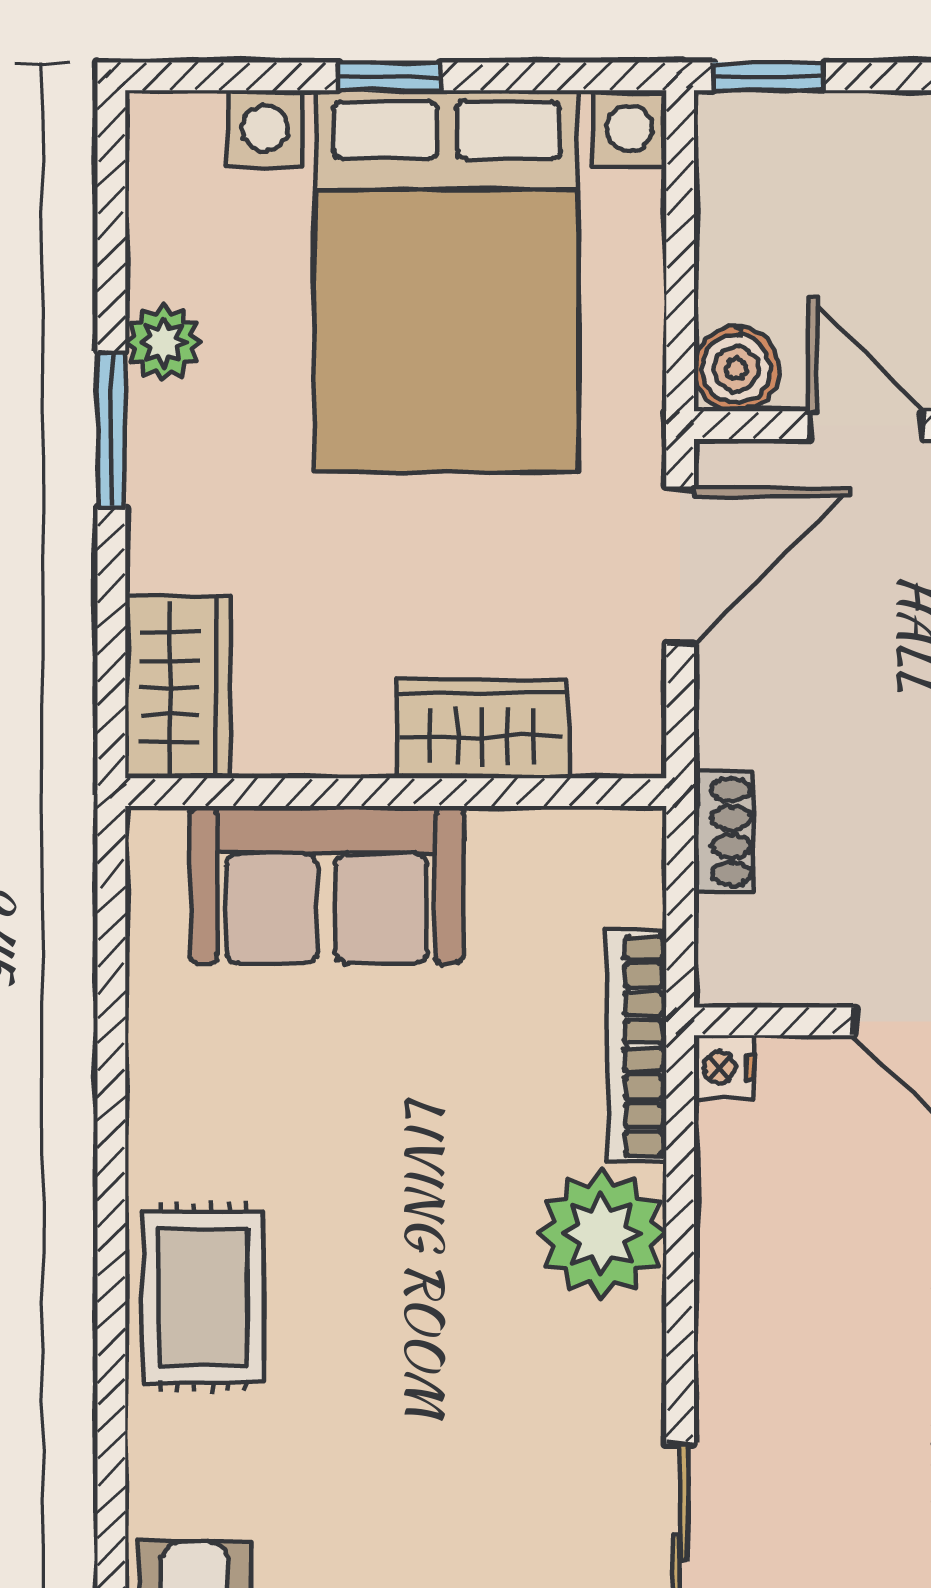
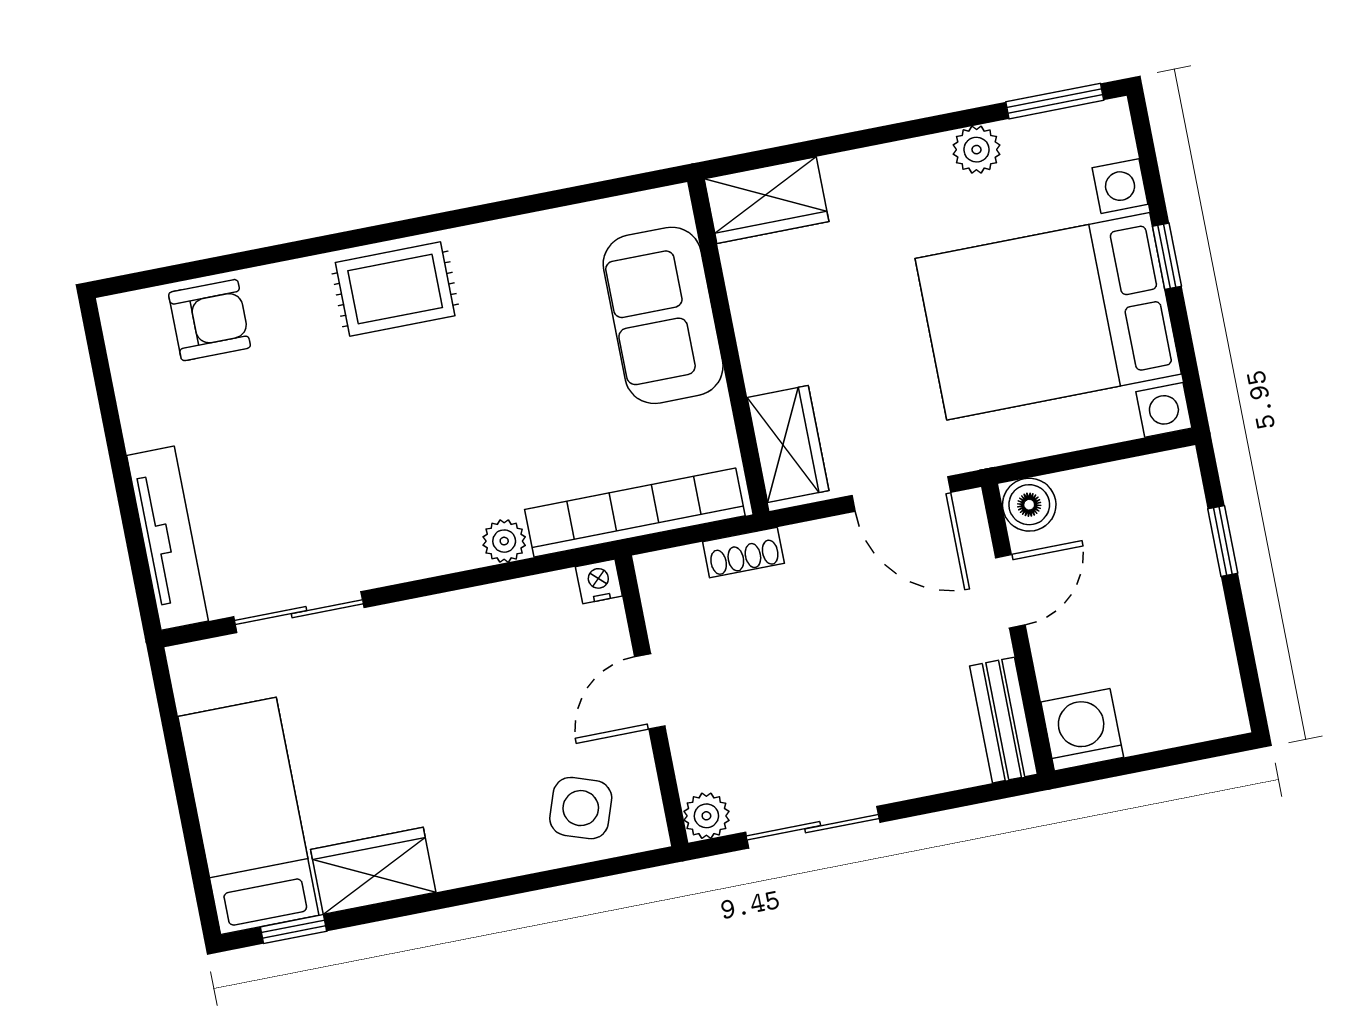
window: (768, 76) -> (1223, 541), moved
window: (111, 429) -> (1055, 101), moved
wardrobe: (482, 729) -> (788, 444), moved
bookcase: (637, 1045) -> (635, 513), width x1.48, depth x1.31
plant: (602, 1234) -> (504, 541), width x0.53, depth x0.53

